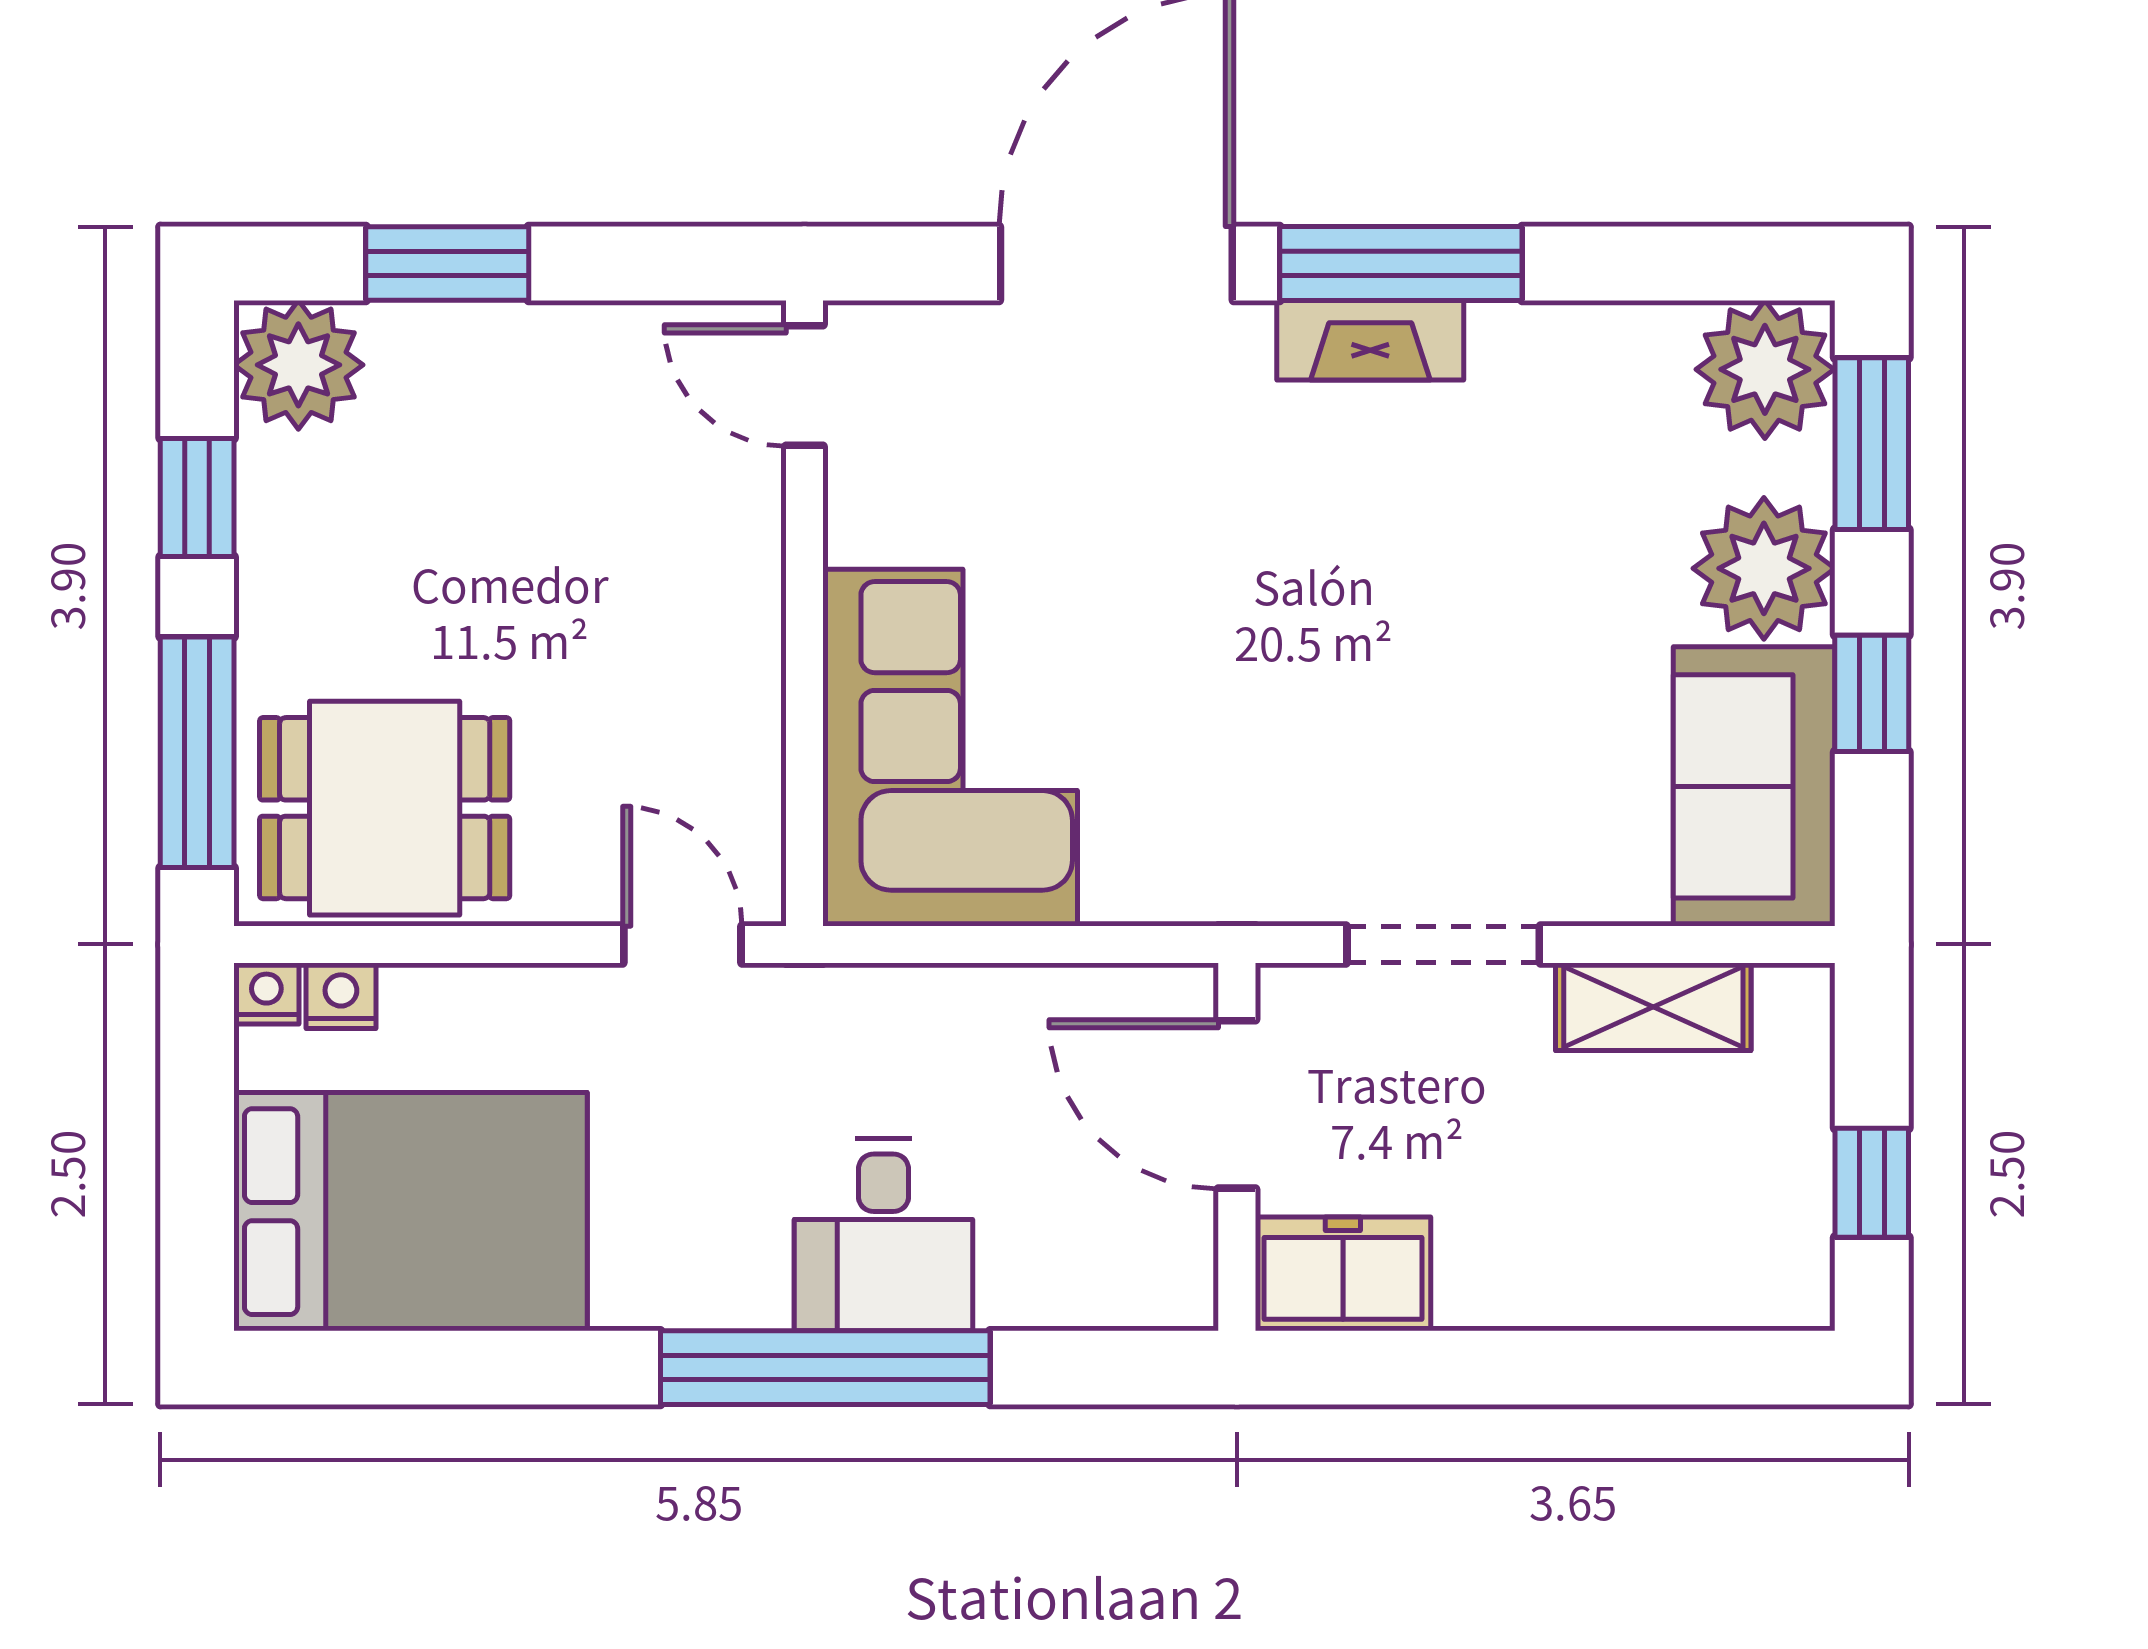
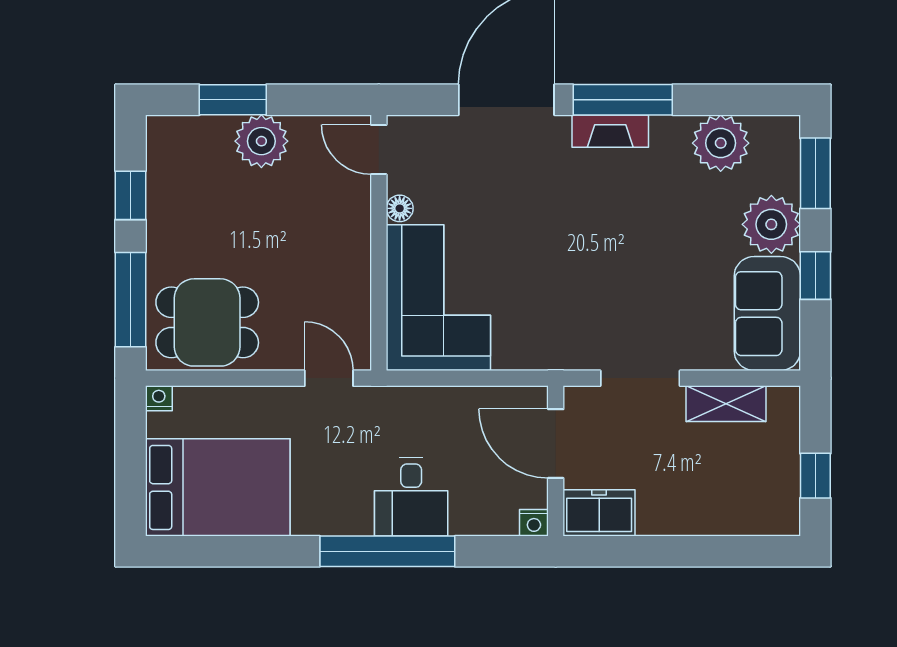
plant: (298, 365) -> (261, 141), moved
plant: (1765, 369) -> (721, 143), moved
floor lamp: (855, 529) -> (400, 208), added
nightstand: (341, 996) -> (534, 523), moved, turned 180

